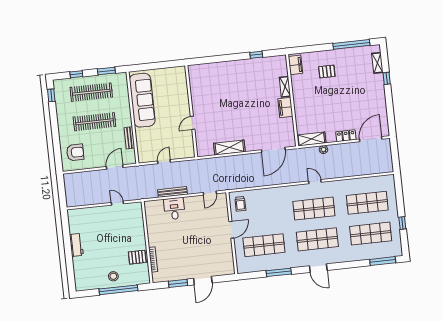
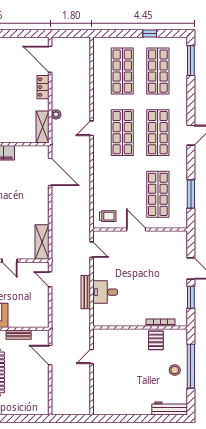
shelving: (229, 147) -> (42, 242), moved
armchair: (75, 152) -> (29, 398), removed
door: (164, 162) -> (50, 279), moved
workbench: (76, 245) -> (170, 408), moved, width x1.38
window: (279, 272) -> (191, 194), moved

